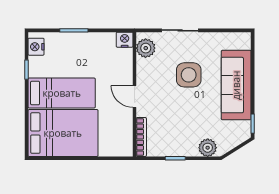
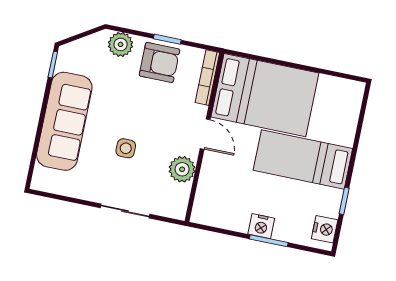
nightstand: (125, 40) -> (261, 226), moved
plant: (146, 48) -> (182, 169), moved
side table: (189, 75) -> (126, 148), width x0.54, depth x0.54
bed: (63, 133) -> (265, 95), moved, turned 180
armchair: (177, 141) -> (159, 63), added

